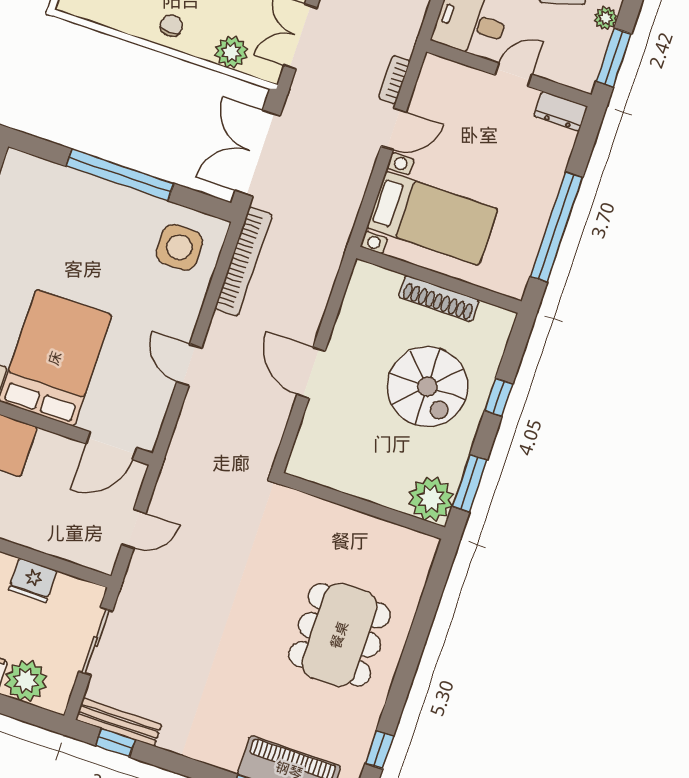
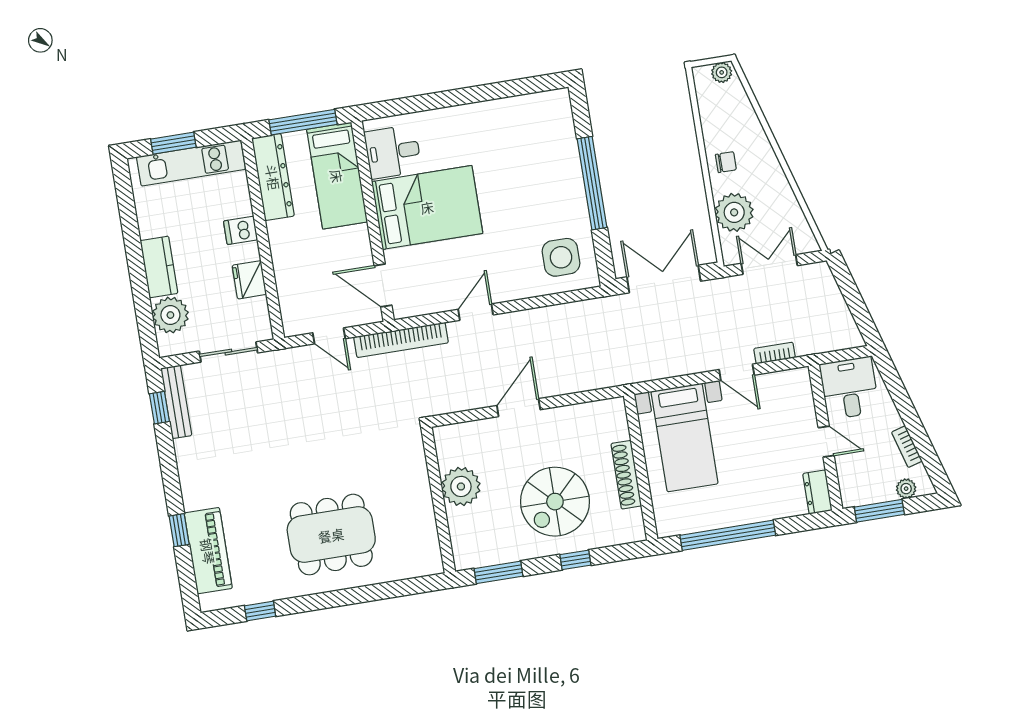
plant: (231, 52) -> (734, 212), width x1.36, depth x1.36
bookcase: (243, 261) -> (401, 340), moved
plant: (431, 499) -> (461, 486), moved

